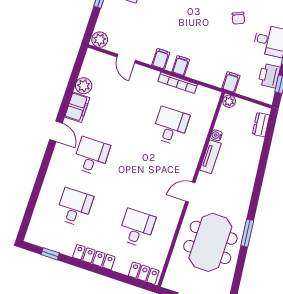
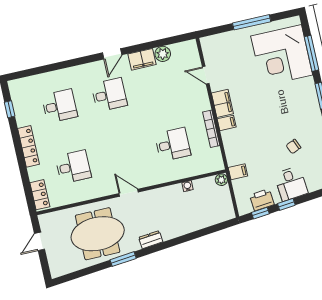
plant: (100, 40) -> (208, 44), removed
door: (126, 59) -> (206, 75), hinge flipped
filing cabinet: (161, 59) -> (222, 103), width x2.00
dresser: (261, 125) -> (151, 240), moved
tv unit: (210, 157) -> (167, 192), removed

